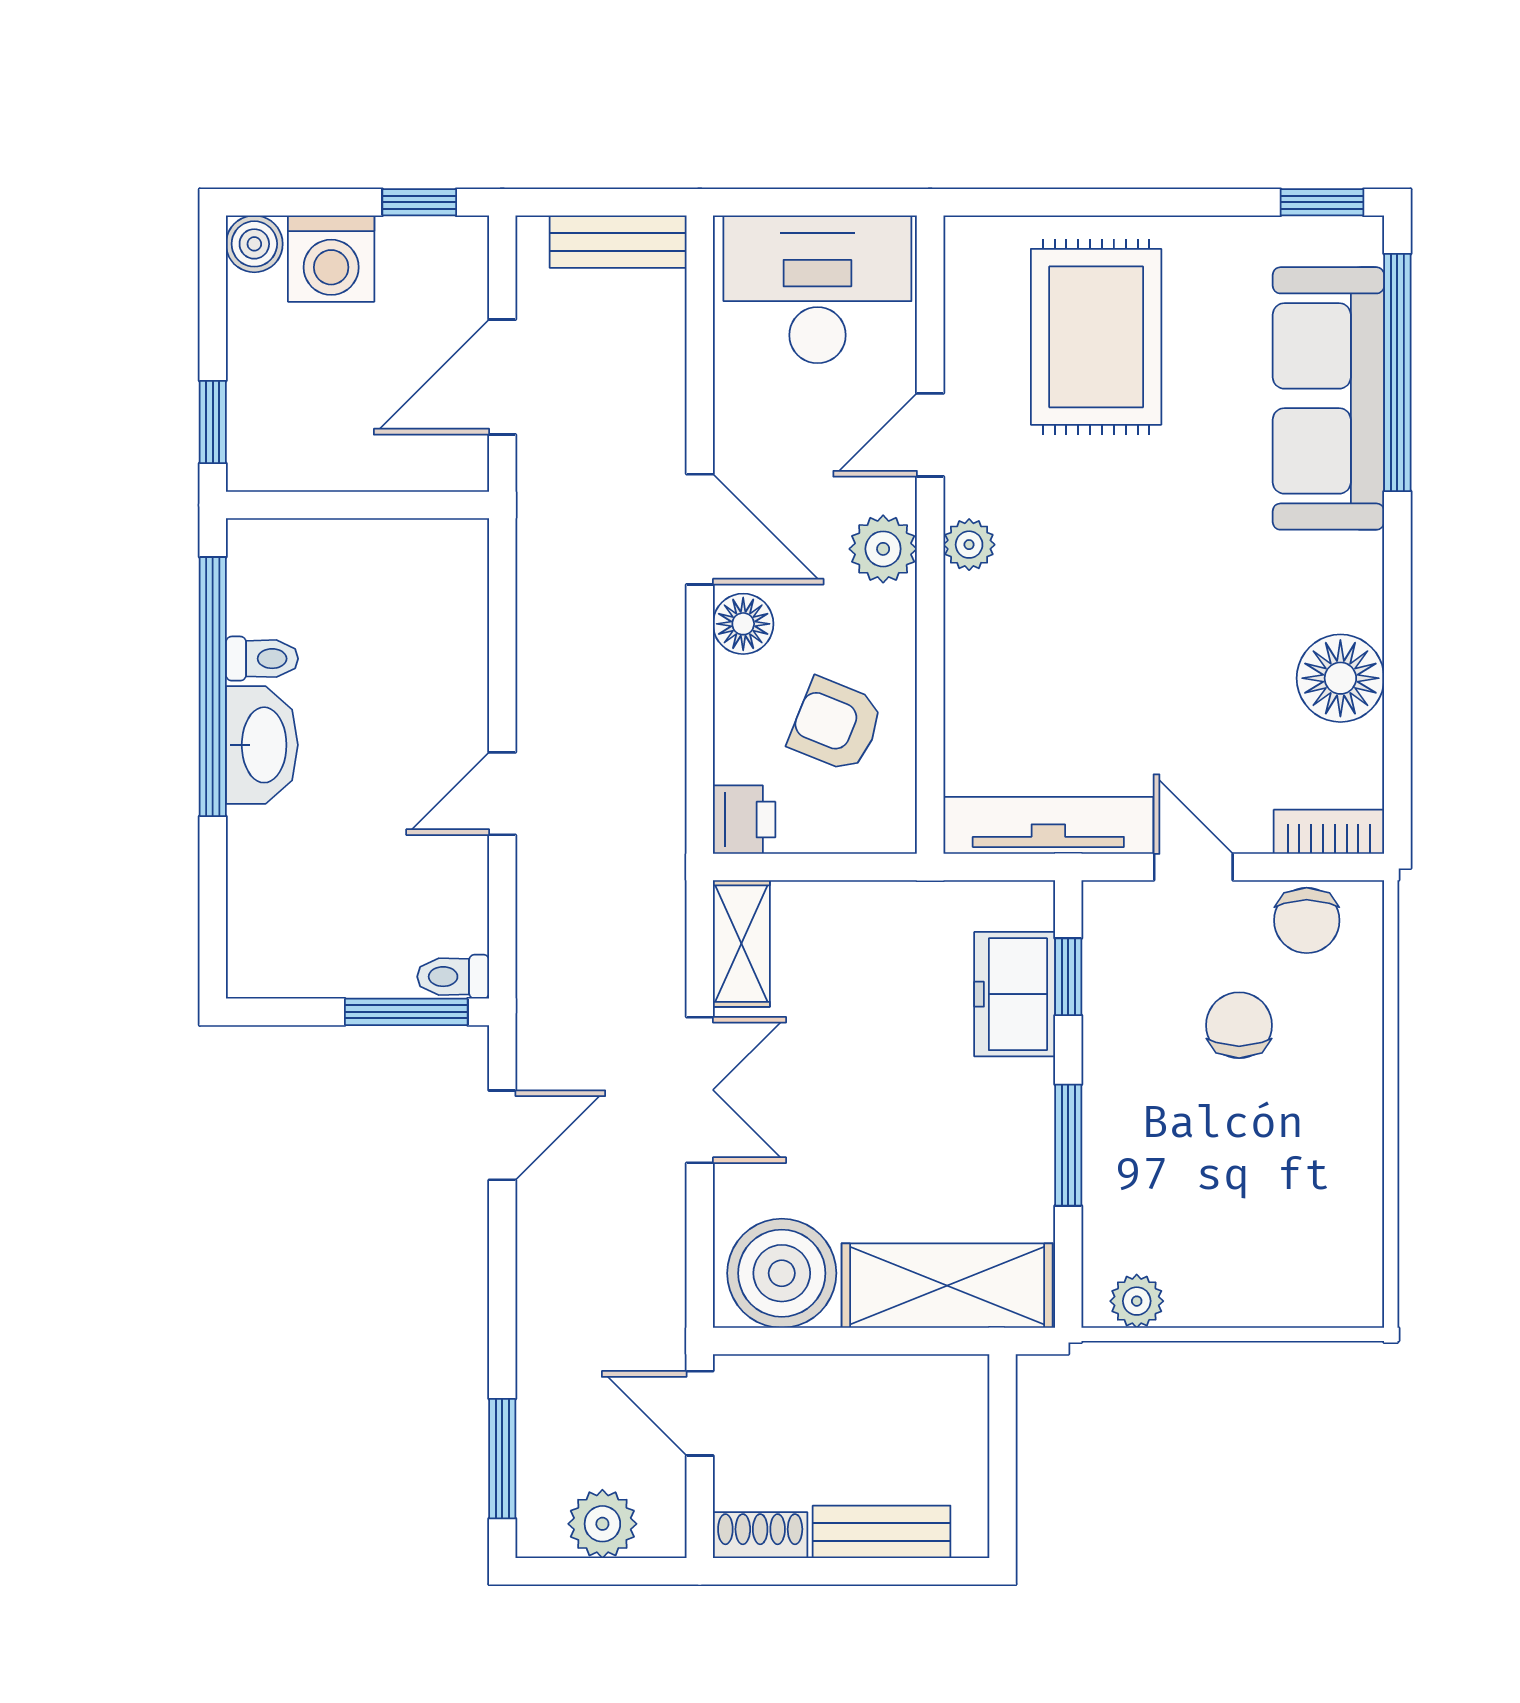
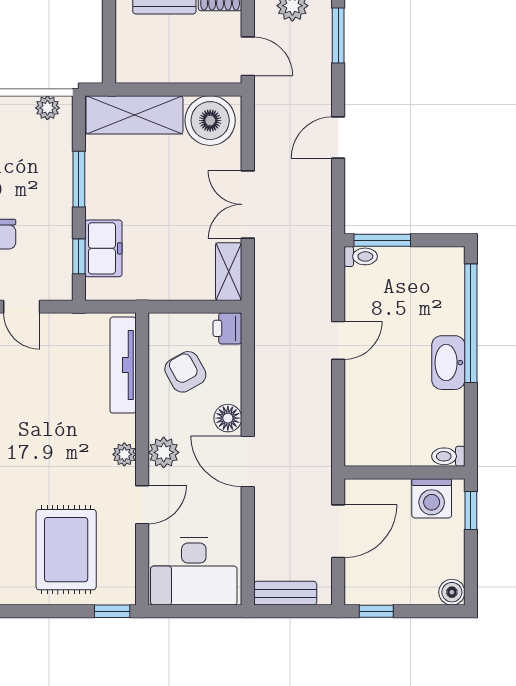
window: (996, 202) -> (112, 611), added
washing machine: (331, 259) -> (432, 498), moved, turned 180
toilet: (262, 659) -> (448, 456), moved
window: (213, 687) -> (471, 323), moved
armchair: (836, 725) -> (185, 372), turned -141
tv unit: (1048, 825) -> (123, 365), moved, turned 90
door: (502, 1135) -> (338, 138), moved

